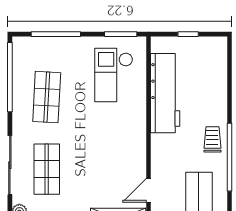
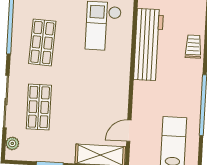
trolley: (212, 139) -> (193, 47), moved

